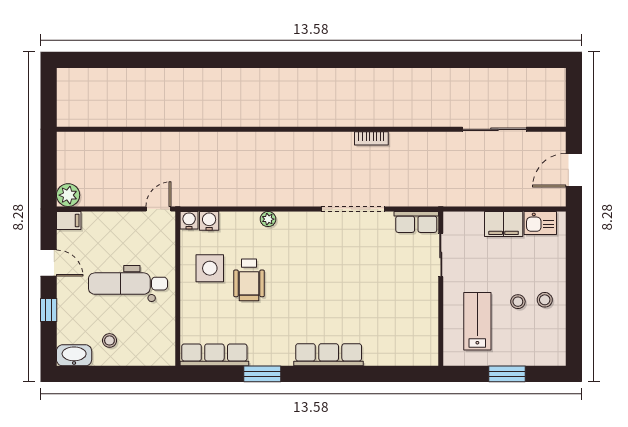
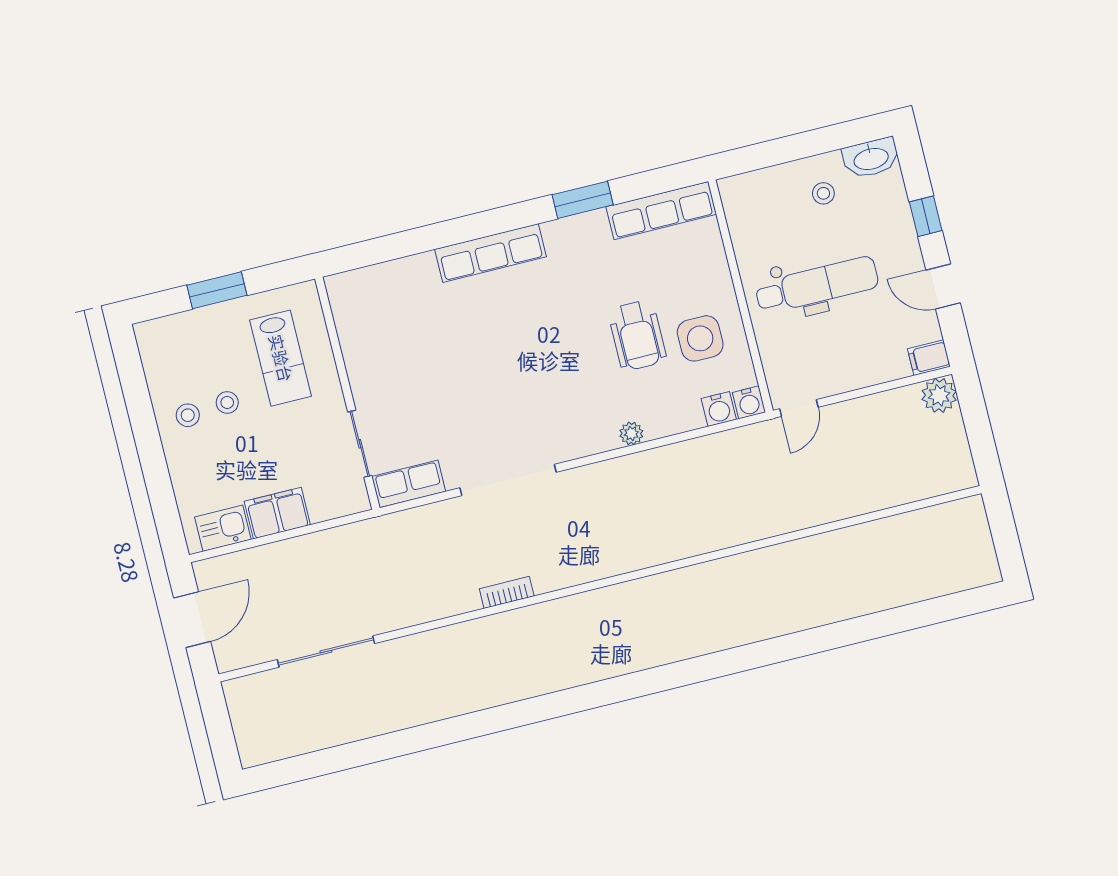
wheelchair: (249, 280) -> (637, 335), turned 180

